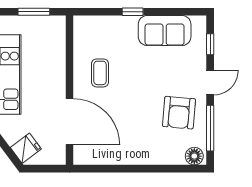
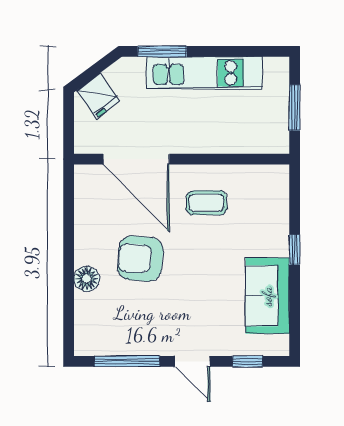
armchair: (179, 113) -> (140, 259), moved
door: (70, 122) -> (136, 159), hinge flipped
floor lamp: (194, 156) -> (87, 279), moved

